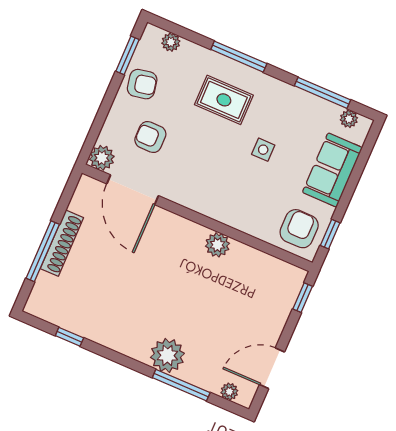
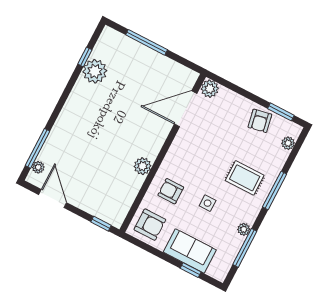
rug: (224, 100) -> (245, 178), turned 90
plant: (349, 119) -> (244, 229), moved
armchair: (150, 137) -> (171, 191), moved, turned -90
window: (330, 234) -> (191, 270), moved
shoe rack: (62, 243) -> (151, 56), removed
plant: (167, 355) -> (95, 71), moved
window: (181, 385) -> (37, 148), moved

